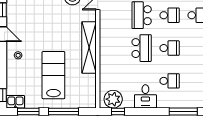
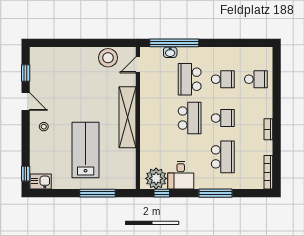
school desk: (170, 81) -> (223, 157), width x1.85
desk: (145, 96) -> (181, 175), moved
window: (28, 112) -> (56, 193), removed
window: (183, 112) -> (216, 193), moved

